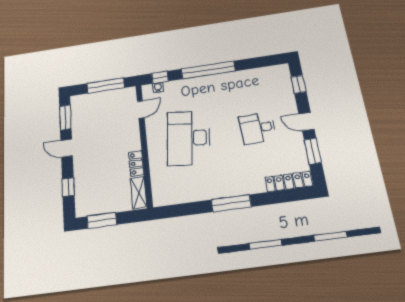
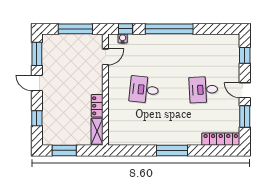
desk: (188, 138) -> (144, 90), width x0.53, depth x0.77

